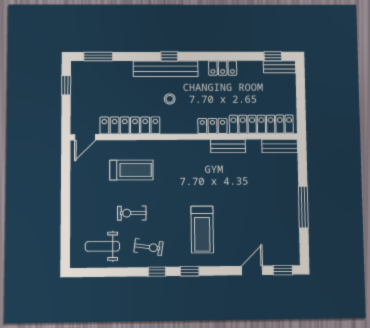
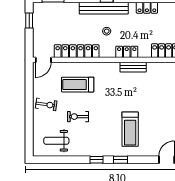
locker: (212, 126) -> (127, 52), moved
bench: (228, 146) -> (133, 67), moved
treadmill: (131, 170) -> (78, 85), turned 180
exercise bike: (148, 247) -> (46, 105), moved

